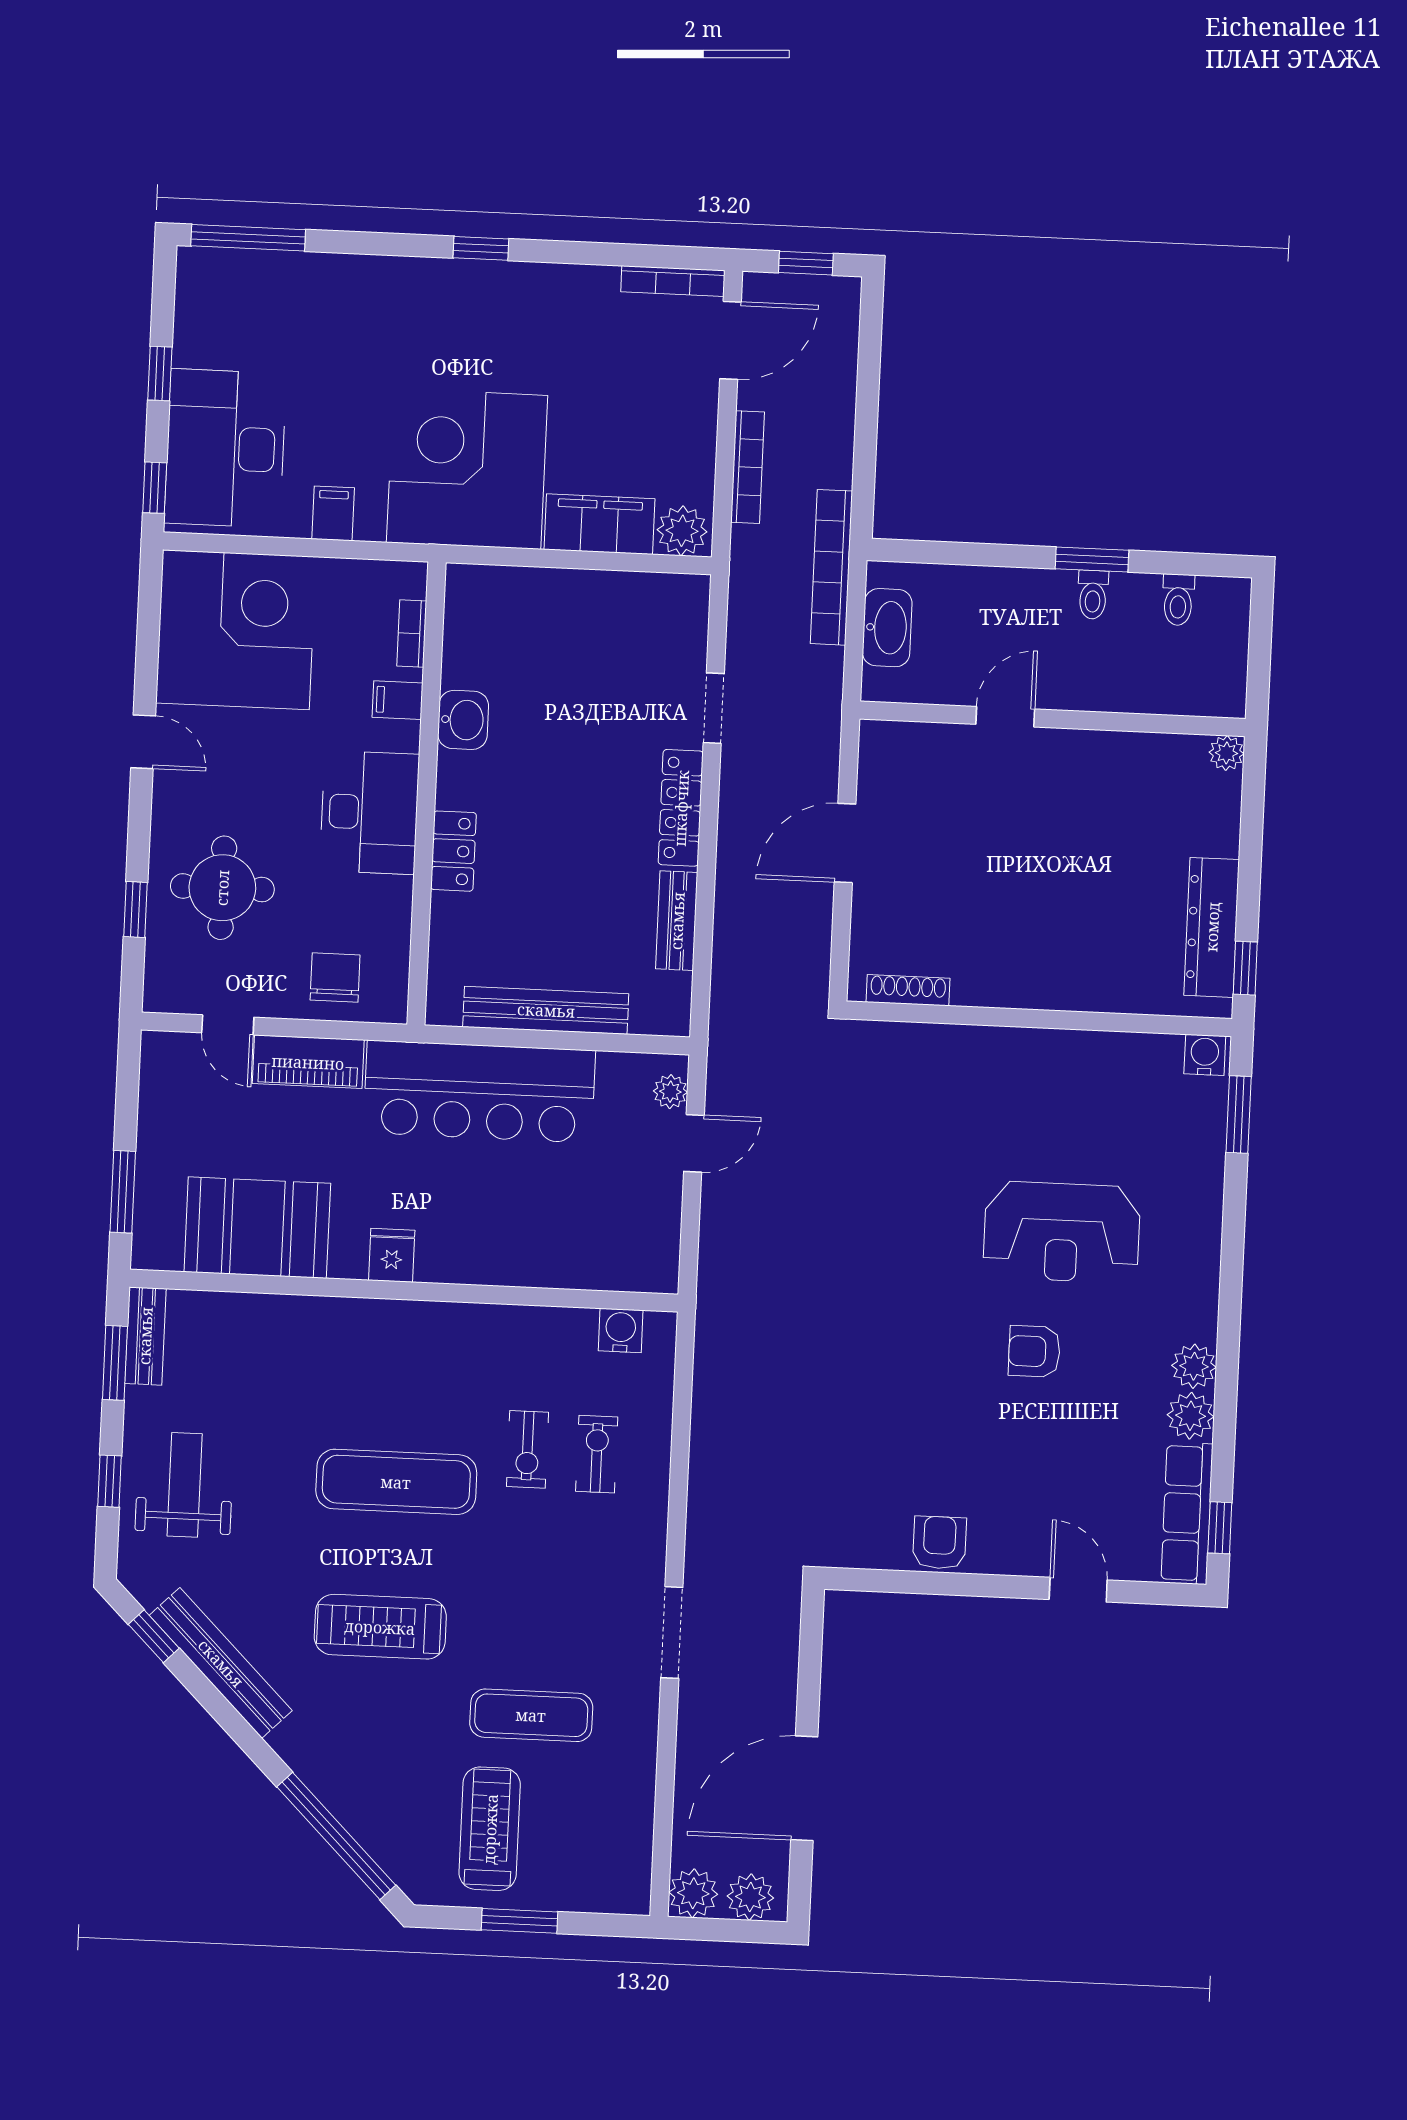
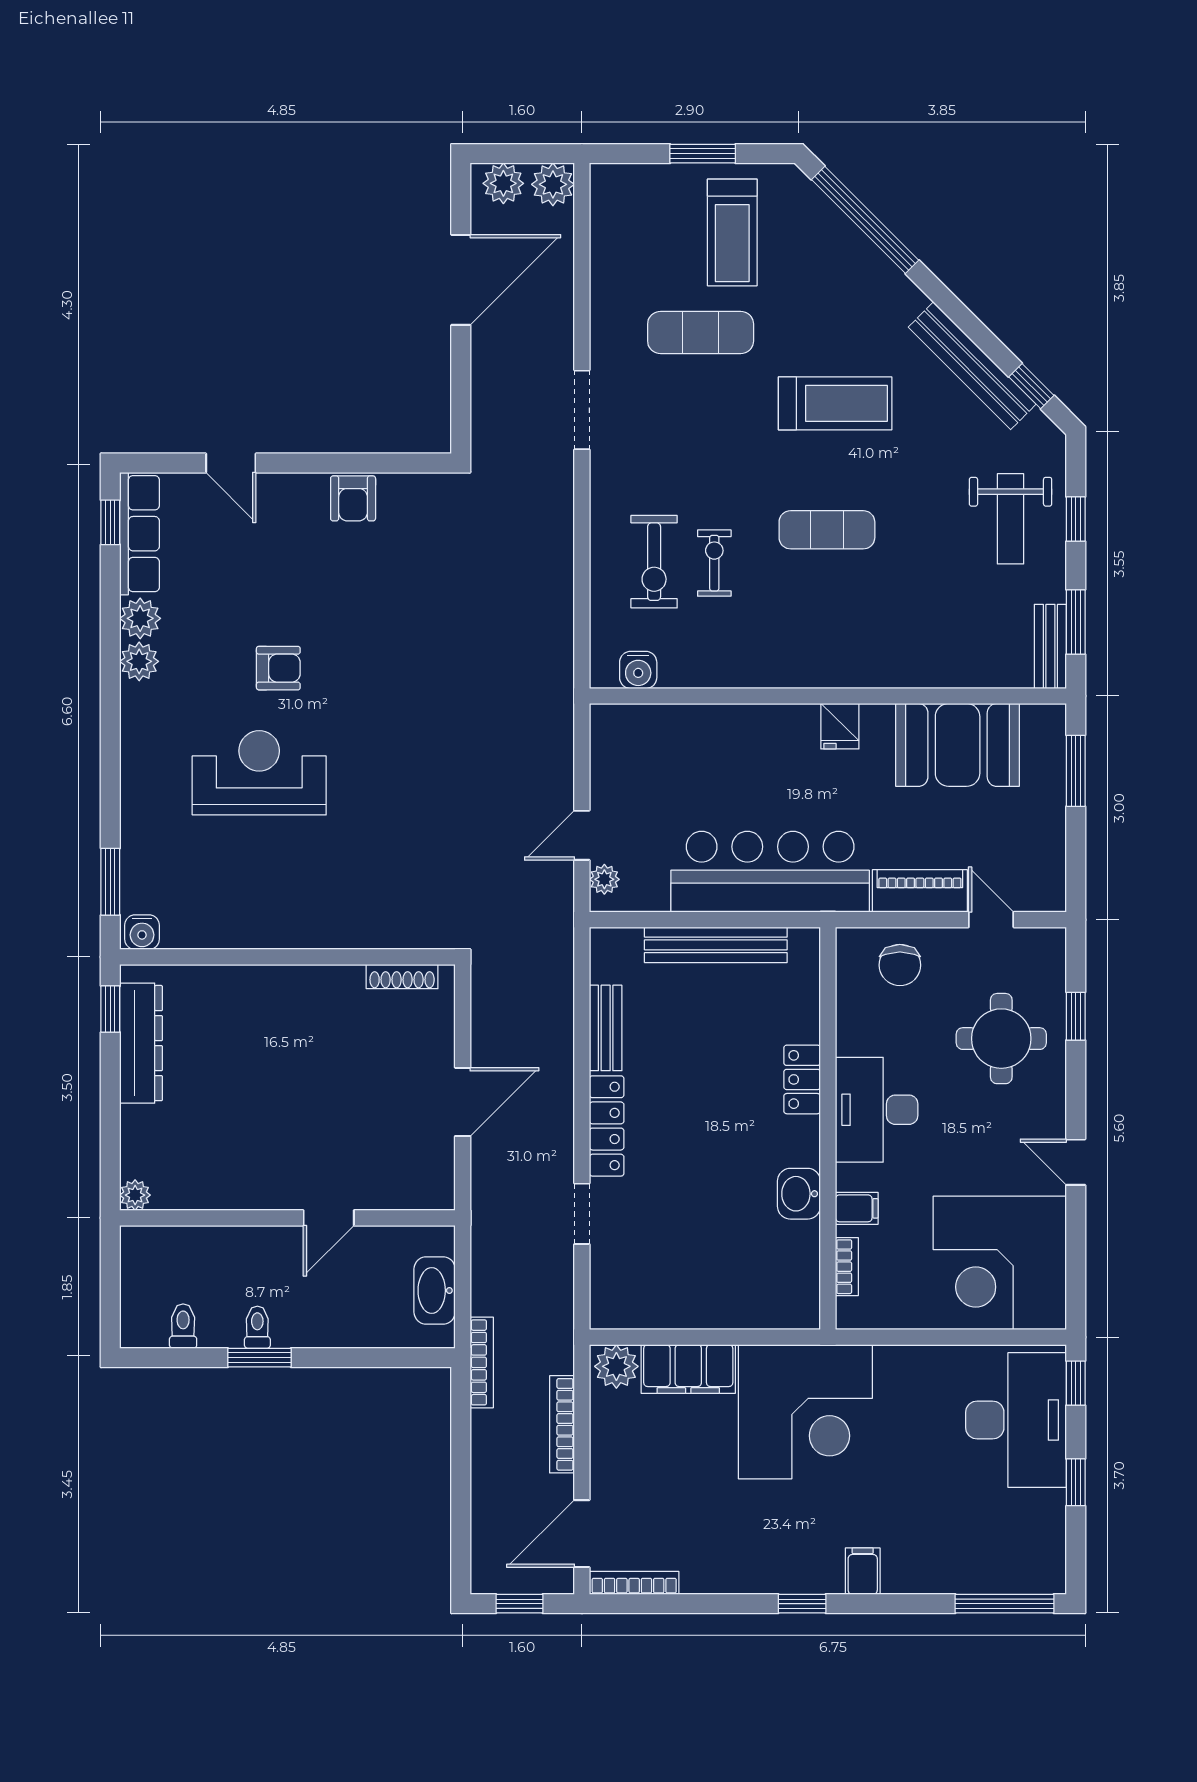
filing cabinet: (333, 513) -> (863, 1571), moved, turned 180
bookcase: (831, 567) -> (482, 1362), width x0.68, depth x0.76
exercise bike: (597, 1454) -> (654, 562), width x1.38, depth x1.39
exercise mat: (396, 1482) -> (827, 530), width x0.73, depth x0.69

